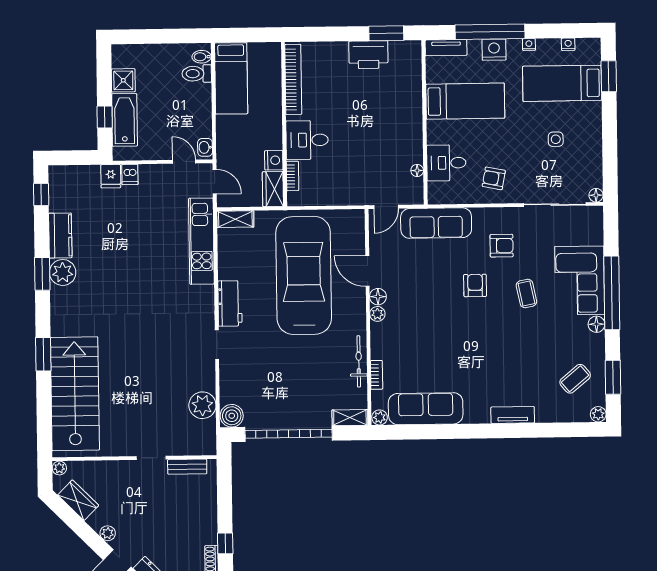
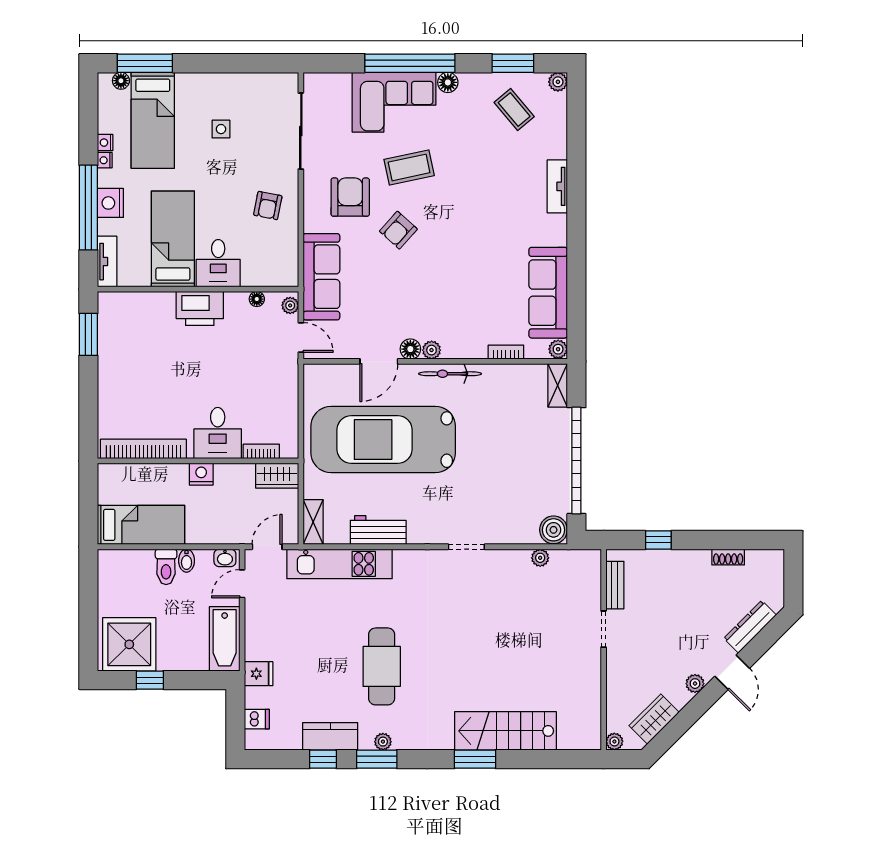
nightstand: (568, 44) -> (105, 143), moved
printer: (368, 55) -> (200, 308), moved, turned 90
bidet: (202, 57) -> (187, 561), moved
toilet: (197, 74) -> (166, 567), moved
window: (609, 76) -> (145, 63), width x1.44
shower: (123, 80) -> (129, 644), width x1.86, depth x1.86
window: (105, 117) -> (150, 680), moved
bathtub: (125, 120) -> (225, 639), moved, turned -90
nightstand: (274, 160) -> (201, 474), moved
desk: (446, 163) -> (218, 263), moved
dishwasher: (130, 174) -> (257, 719), moved
window: (41, 195) -> (323, 759), moved
floor lamp: (596, 195) -> (121, 81), moved
plant: (412, 198) -> (290, 305), added
armchair: (502, 246) -> (350, 197), width x1.38, depth x1.38
plant: (63, 272) -> (383, 742), width x0.53, depth x0.53
cafe table: (118, 277) -> (382, 666), added
armchair: (475, 285) -> (398, 230), turned -48
coffee table: (526, 293) -> (409, 167), width x1.36, depth x1.30
workbench: (230, 303) -> (378, 530), moved
bicycle: (359, 361) -> (450, 374), moved
stairs: (75, 394) -> (505, 731), width x0.73, depth x0.66
plant: (202, 405) -> (540, 558), width x0.53, depth x0.53
window: (225, 543) -> (658, 540), moved

